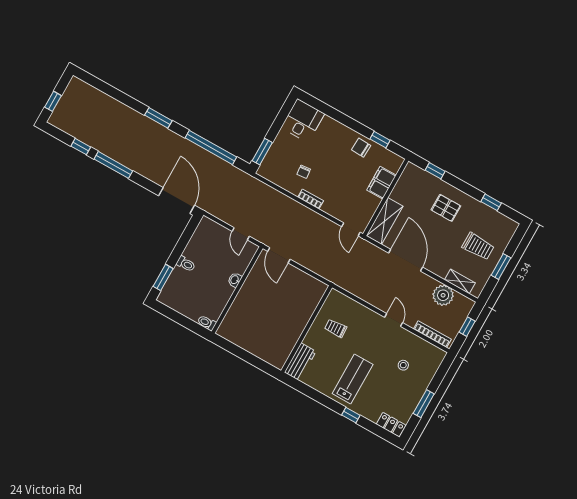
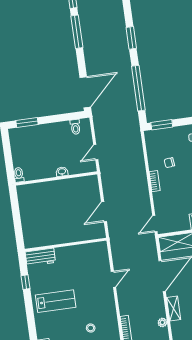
door: (279, 255) -> (104, 212), moved
toilet: (186, 264) -> (75, 127), moved
shelving: (460, 281) -> (174, 308), moved
plant: (443, 295) -> (162, 322), width x0.53, depth x0.53
door: (394, 320) -> (113, 279), moved
trolley: (336, 328) -> (81, 264), removed
window: (351, 415) -> (25, 282), moved

